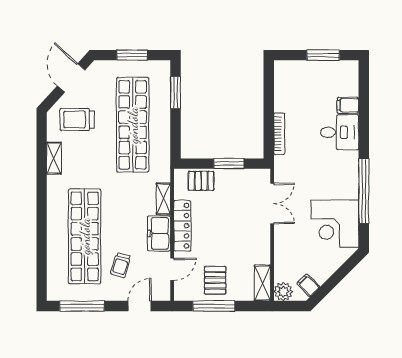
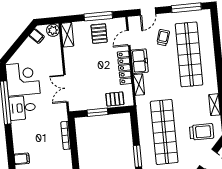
desk: (340, 132) -> (22, 108), moved

